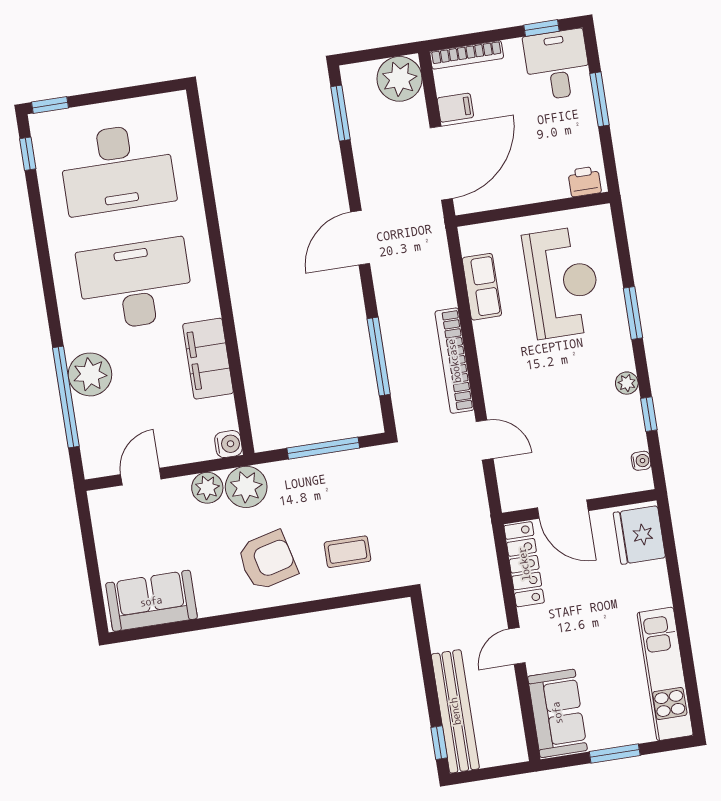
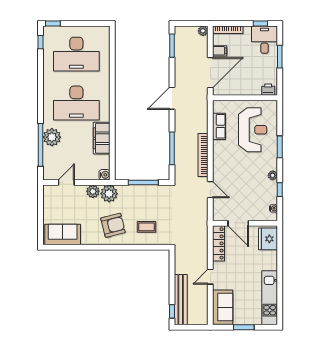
plant: (399, 79) -> (203, 31), width x0.53, depth x0.53
desk: (135, 285) -> (76, 103), turned 180

